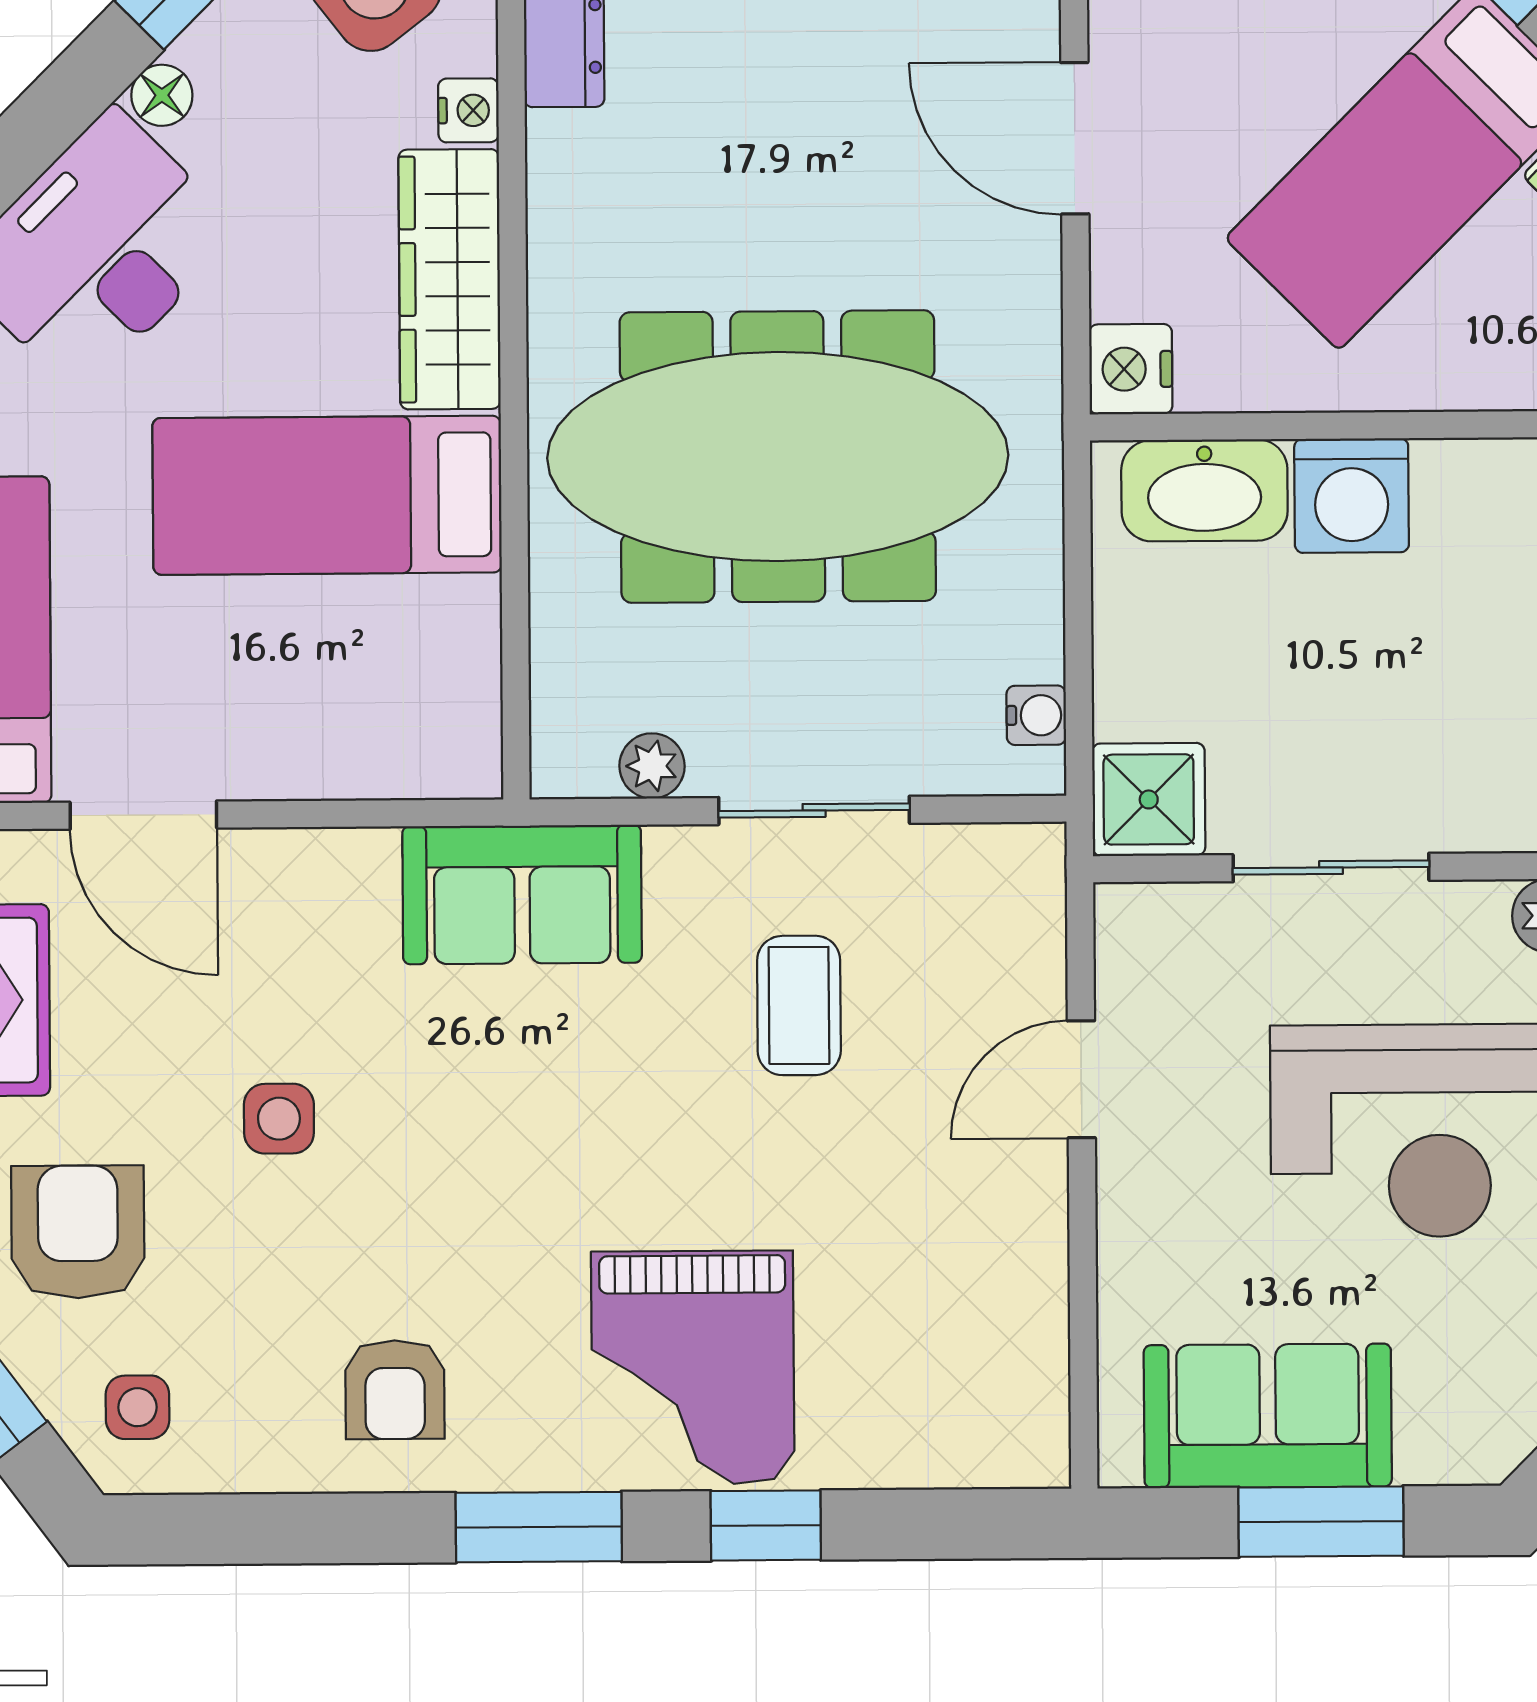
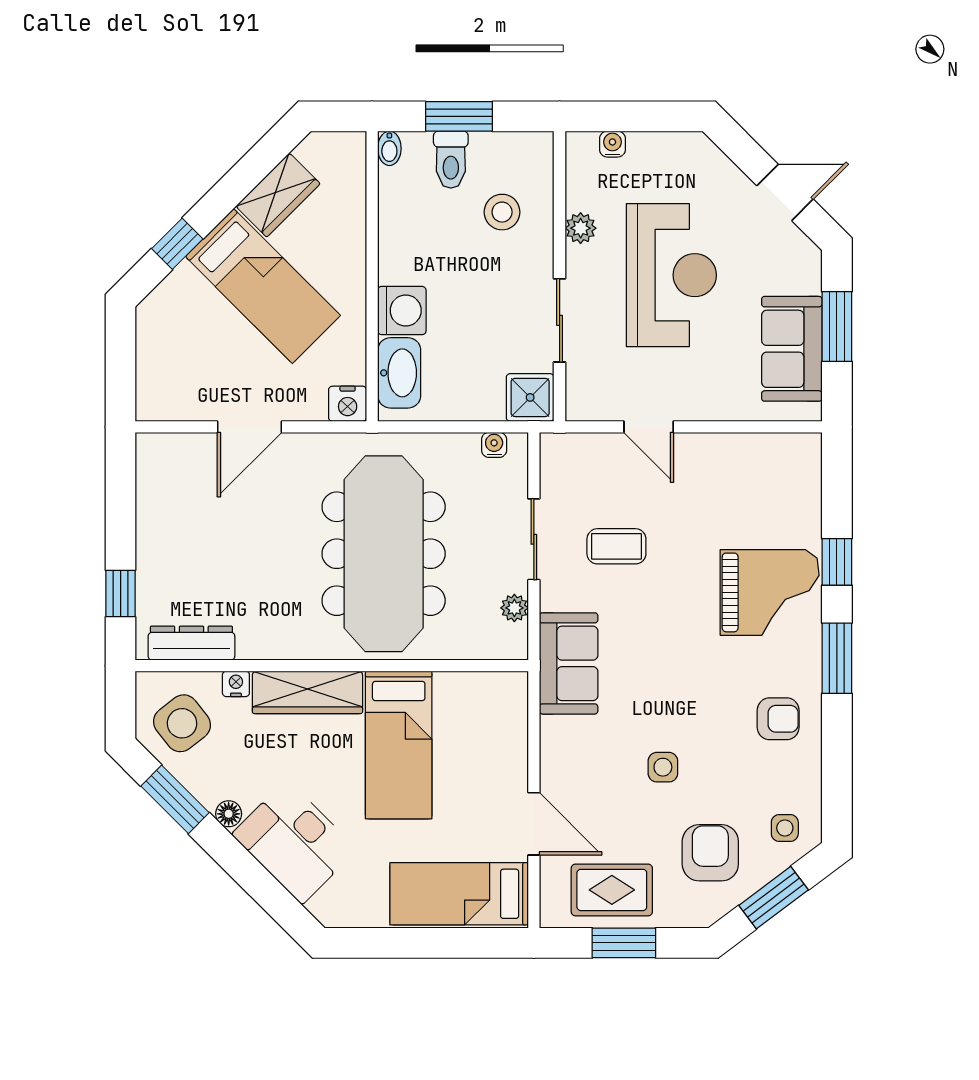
door: (143, 815) -> (534, 824), hinge flipped
armchair: (78, 1232) -> (710, 853), turned 90

